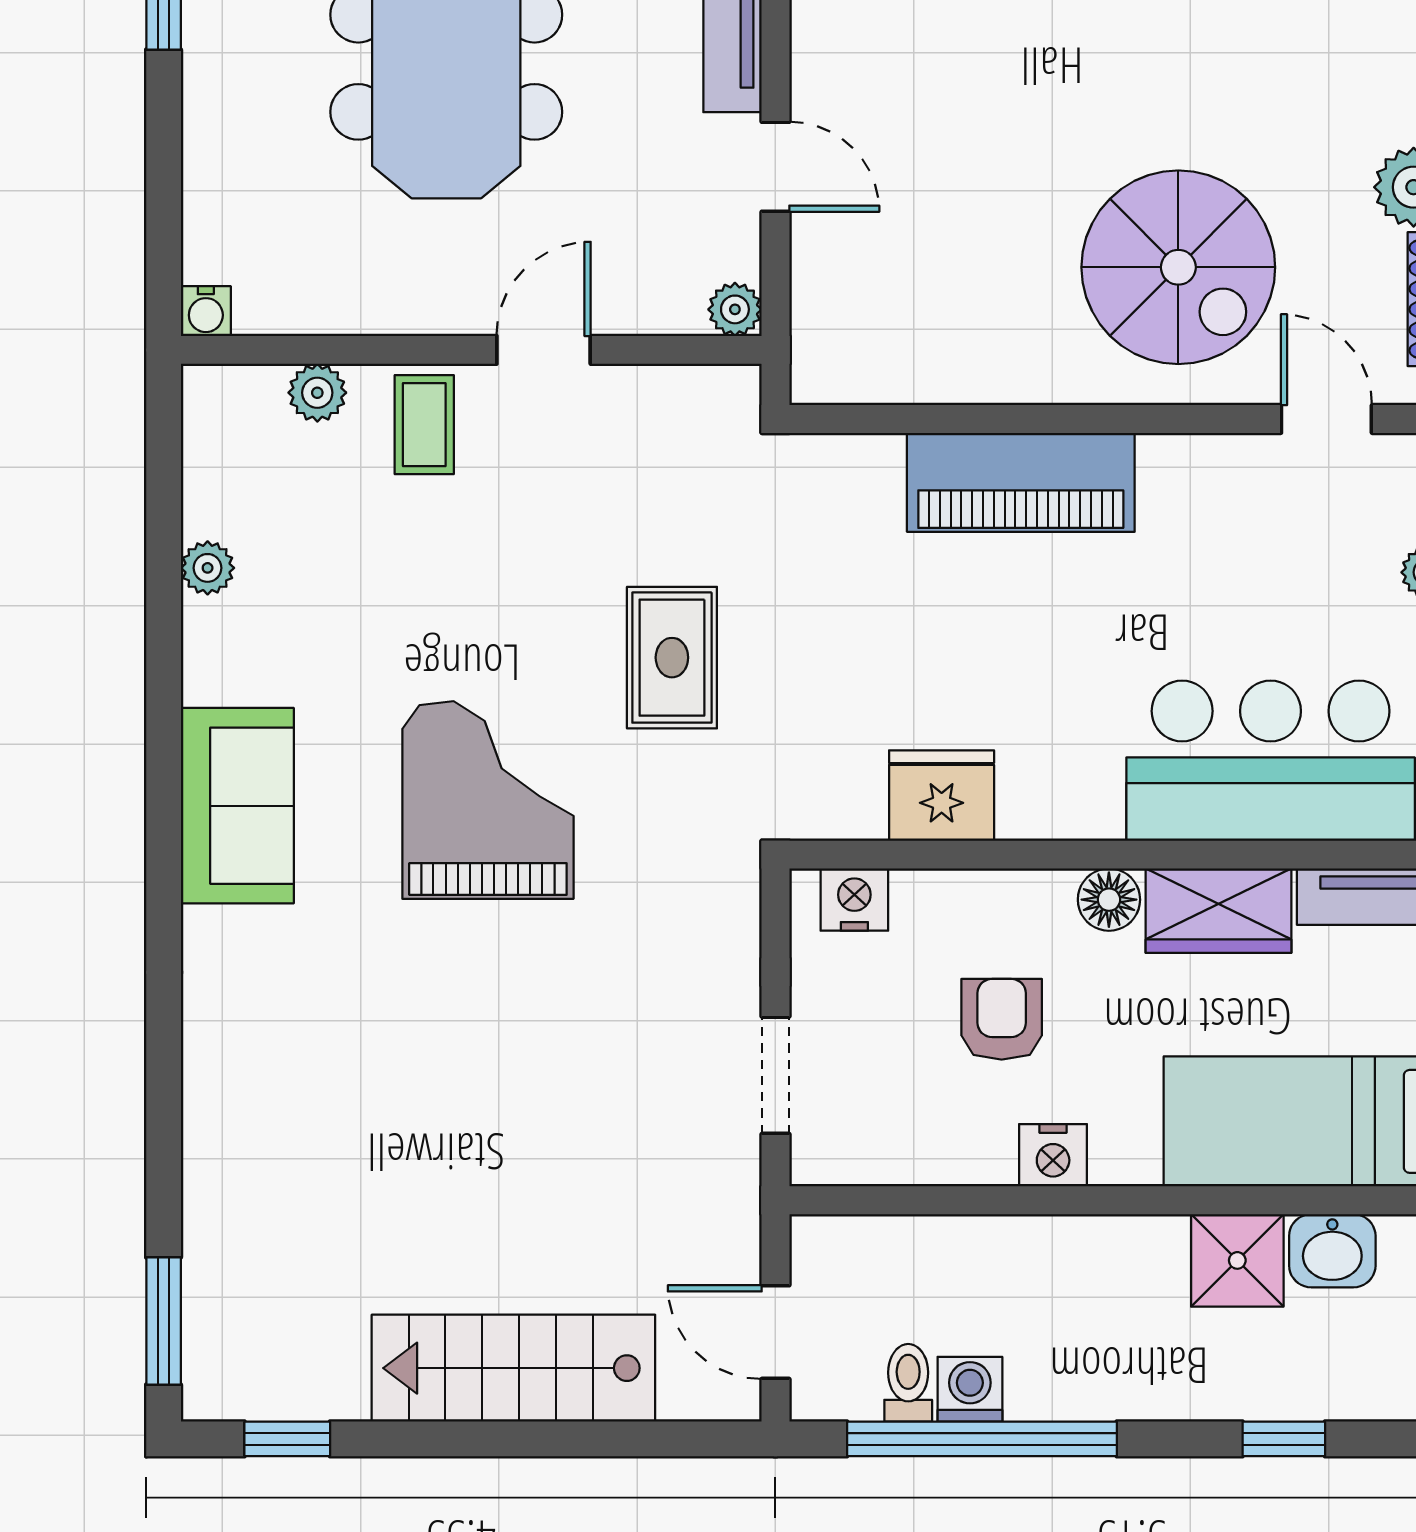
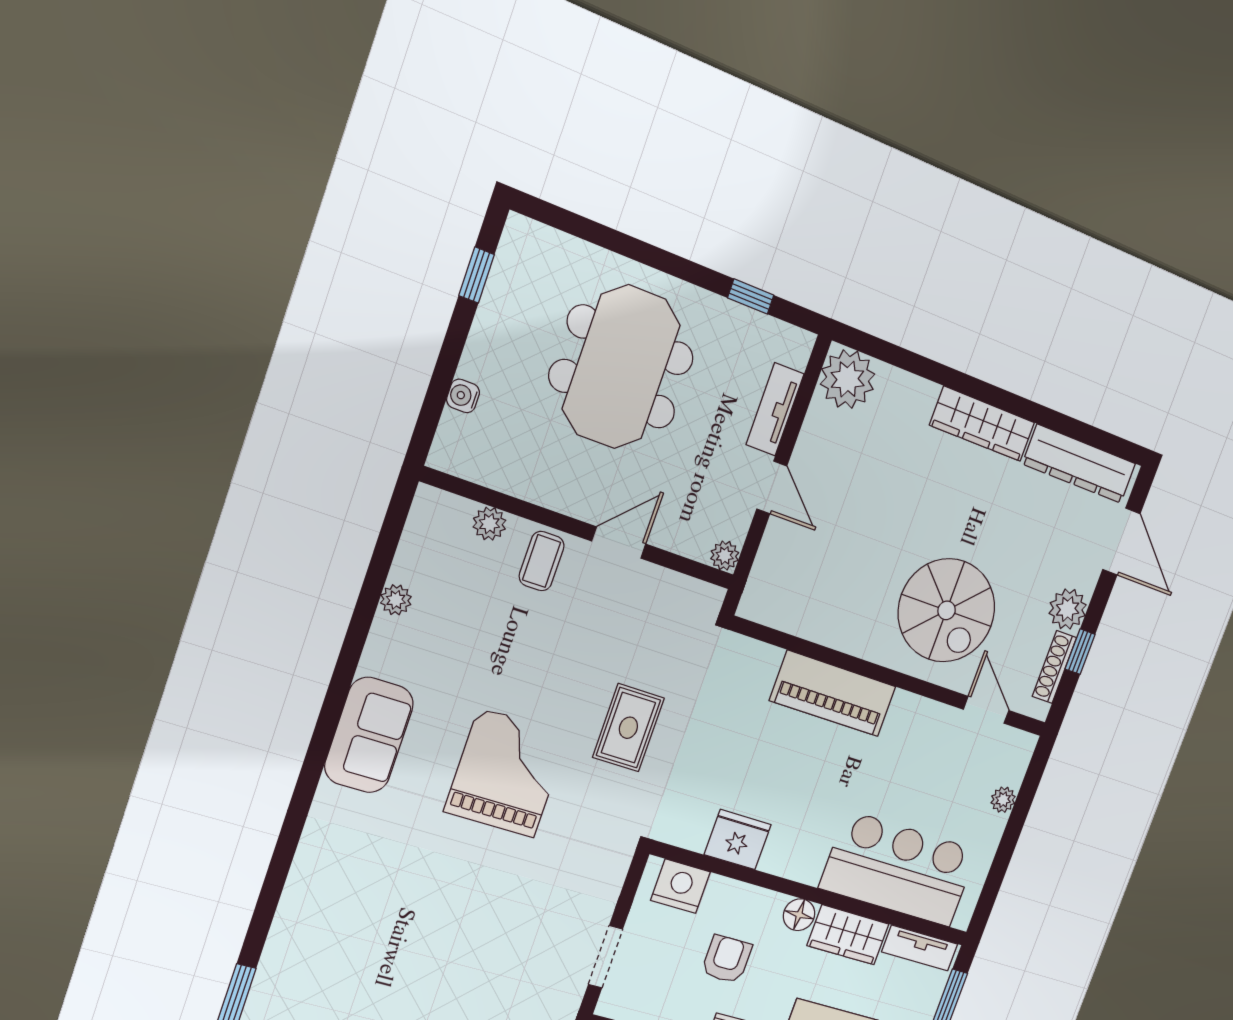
water cooler: (206, 311) -> (463, 396), moved, turned 90
nightstand: (854, 900) -> (680, 886), width x1.36, depth x1.33

